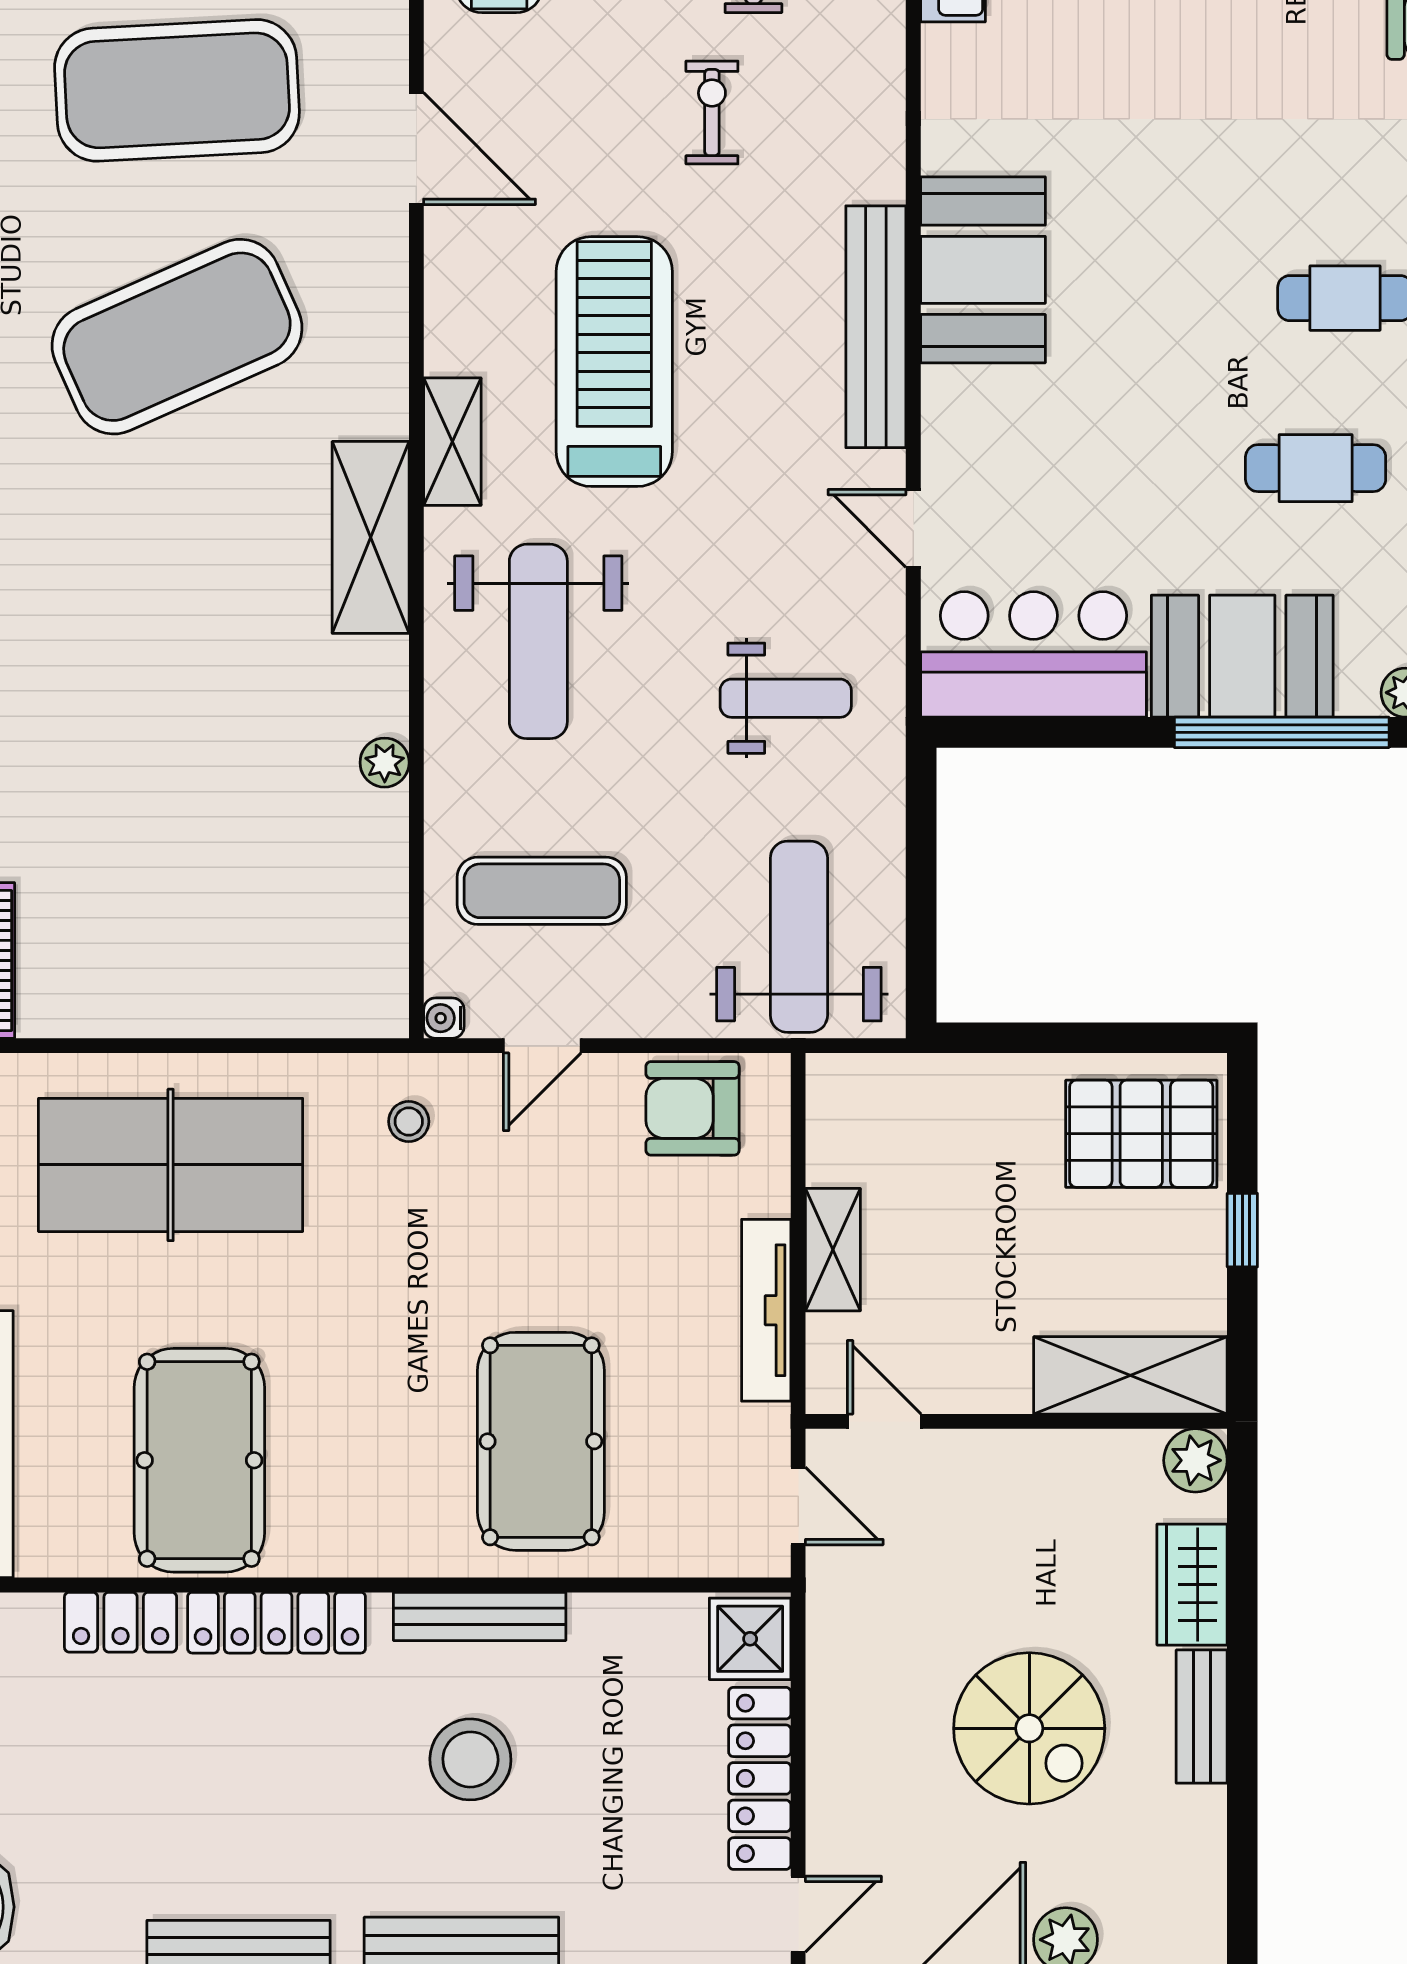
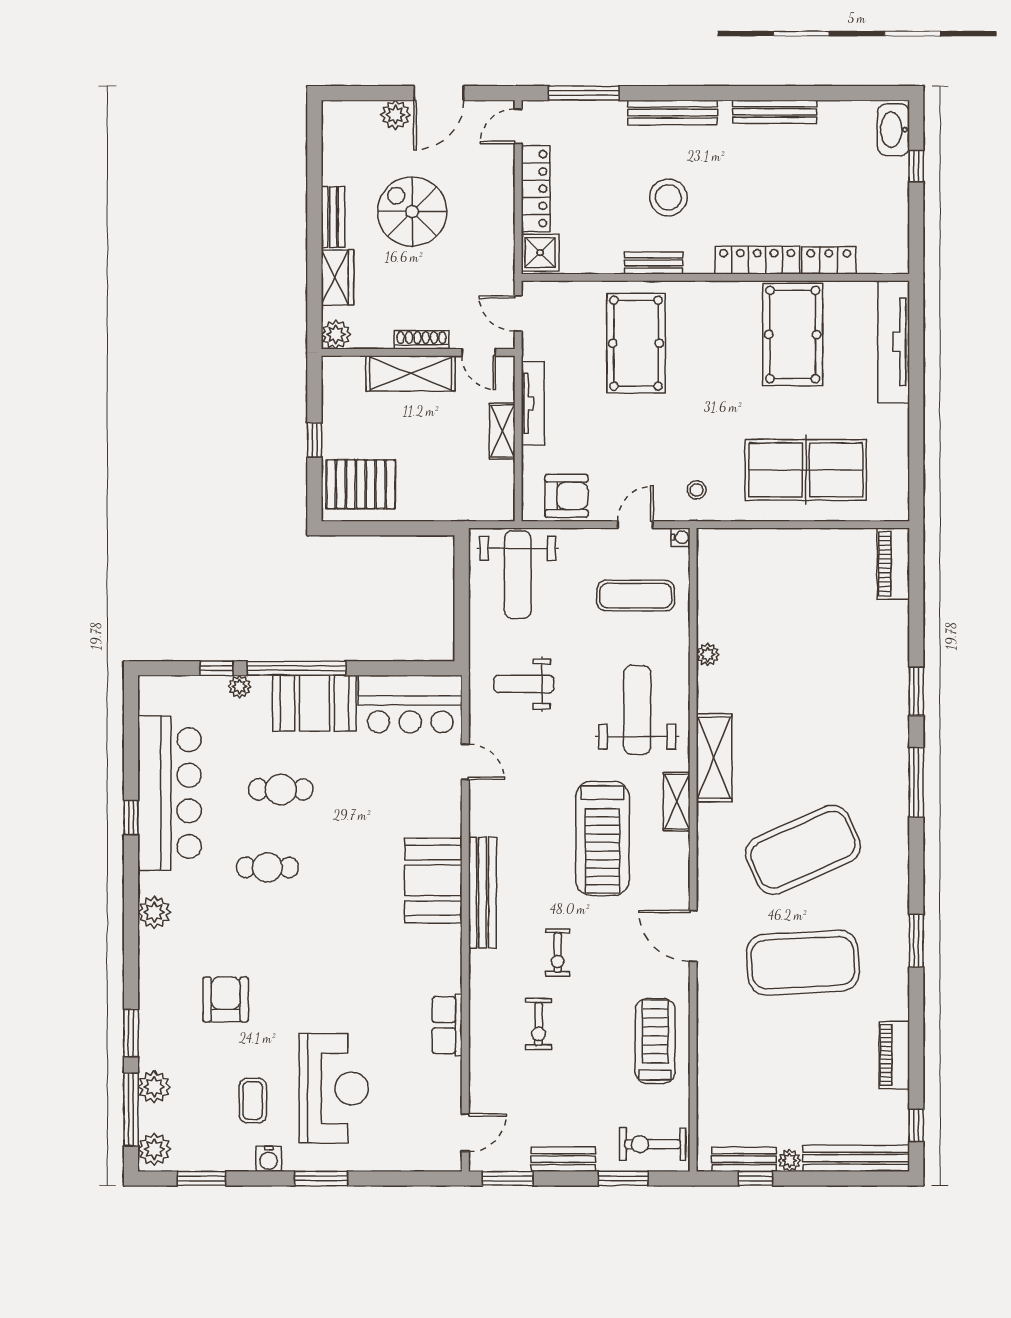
bench: (876, 327) -> (482, 893), moved
shelving: (1130, 1375) -> (411, 373), moved
shoe rack: (1009, 1449) -> (421, 340), added
bench: (480, 1616) -> (654, 263), width x0.73

